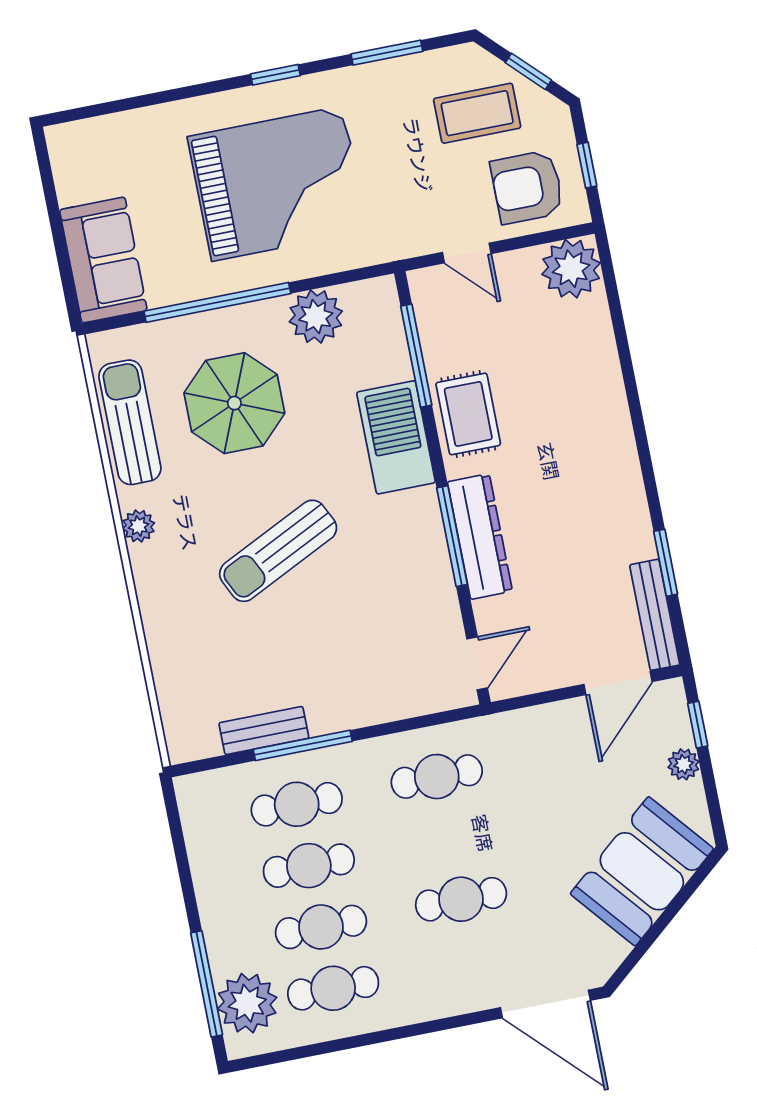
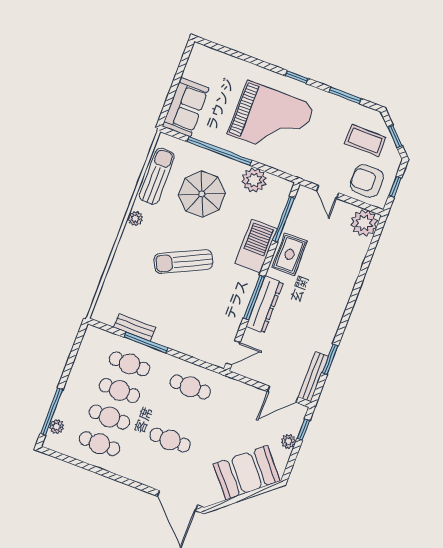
plant: (247, 1003) -> (57, 426), width x0.53, depth x0.53

